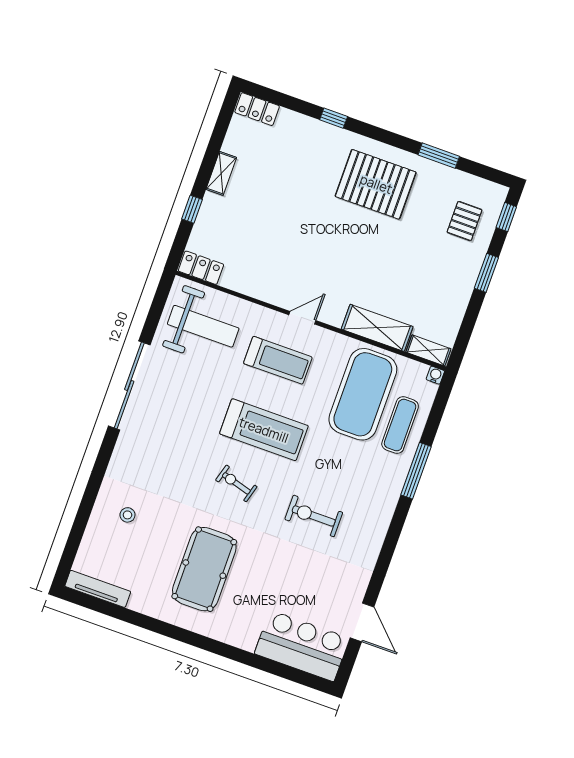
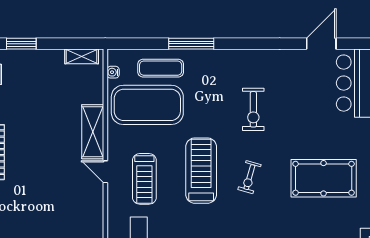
shelving: (377, 328) -> (93, 132), moved
shelving: (428, 350) -> (82, 56), moved, turned 90
treadmill: (278, 360) -> (144, 179), turned 180
water cooler: (435, 375) -> (113, 72), moved

